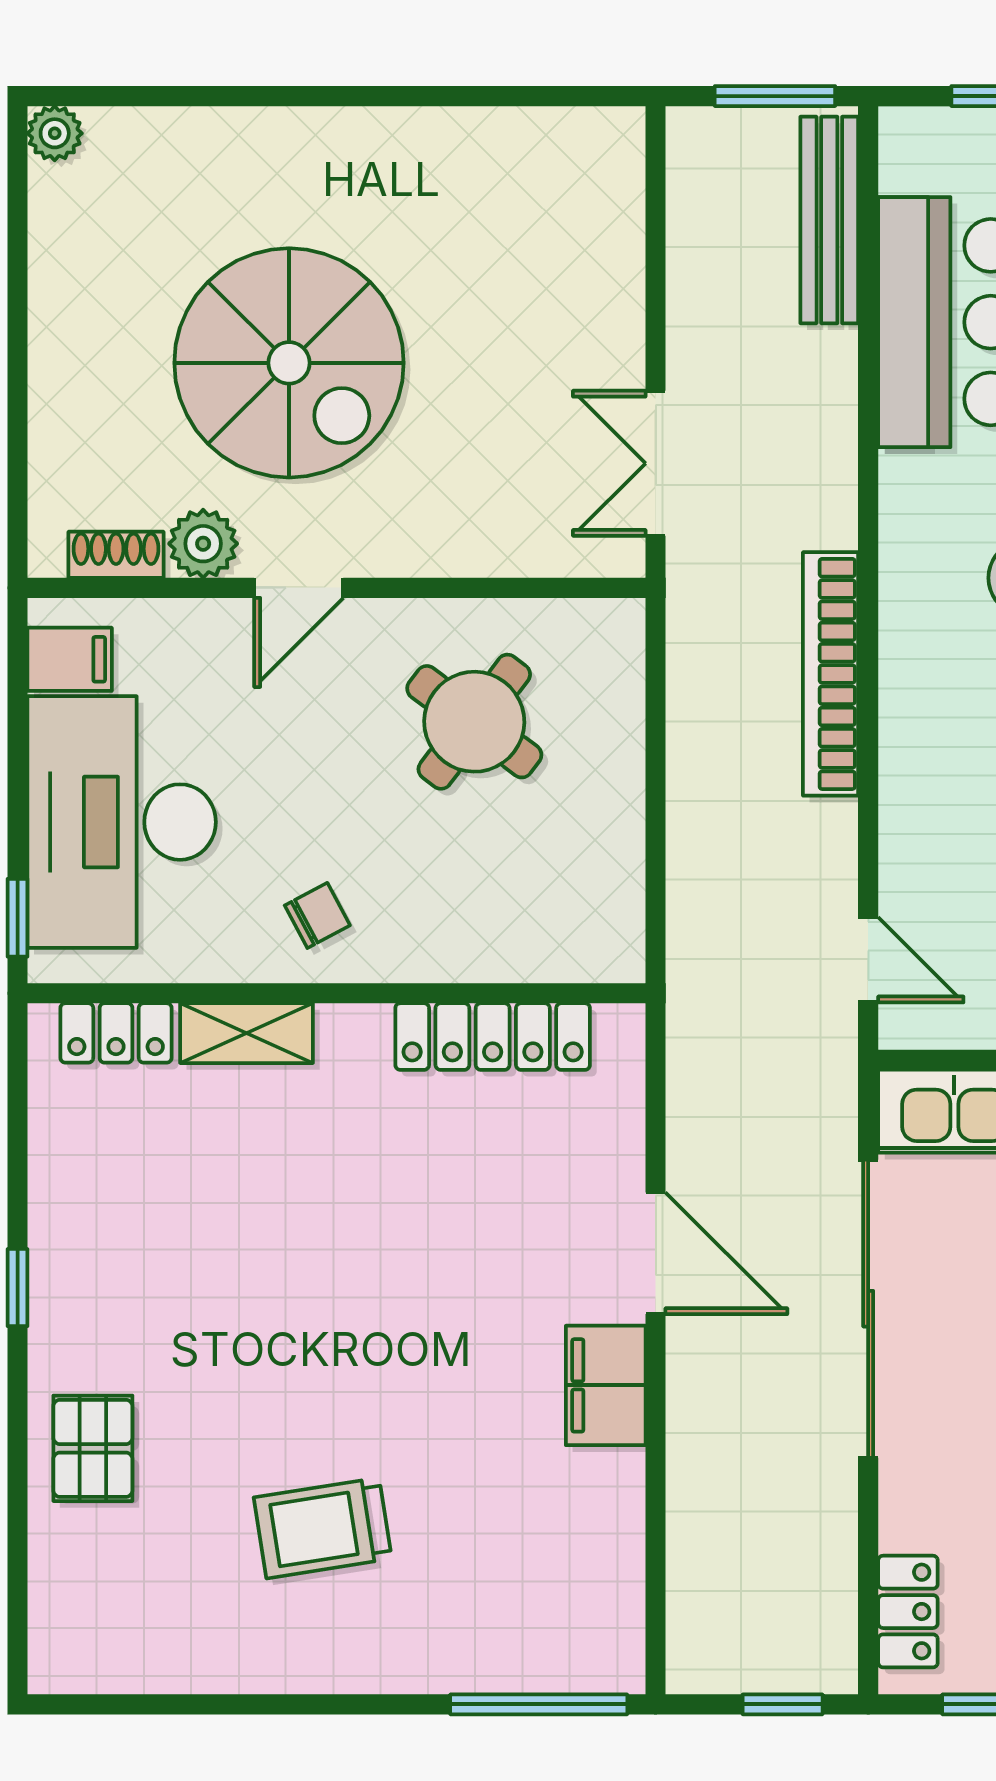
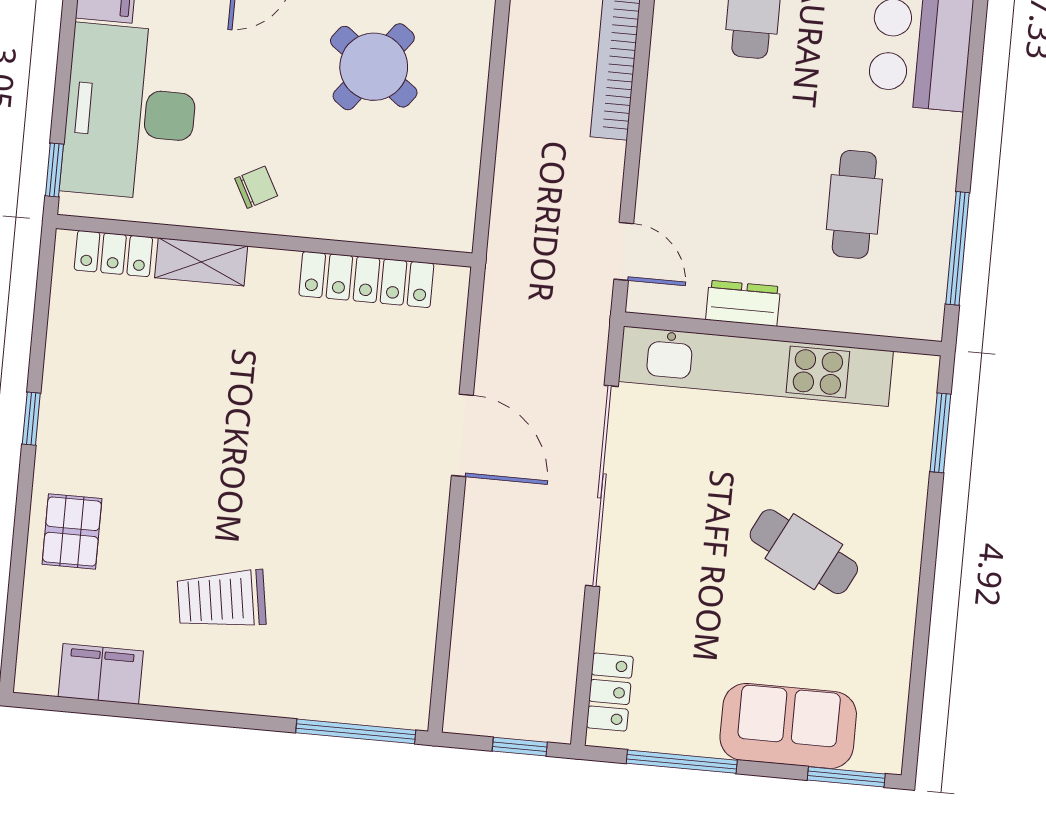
filing cabinet: (606, 1385) -> (101, 674), moved, turned 90

